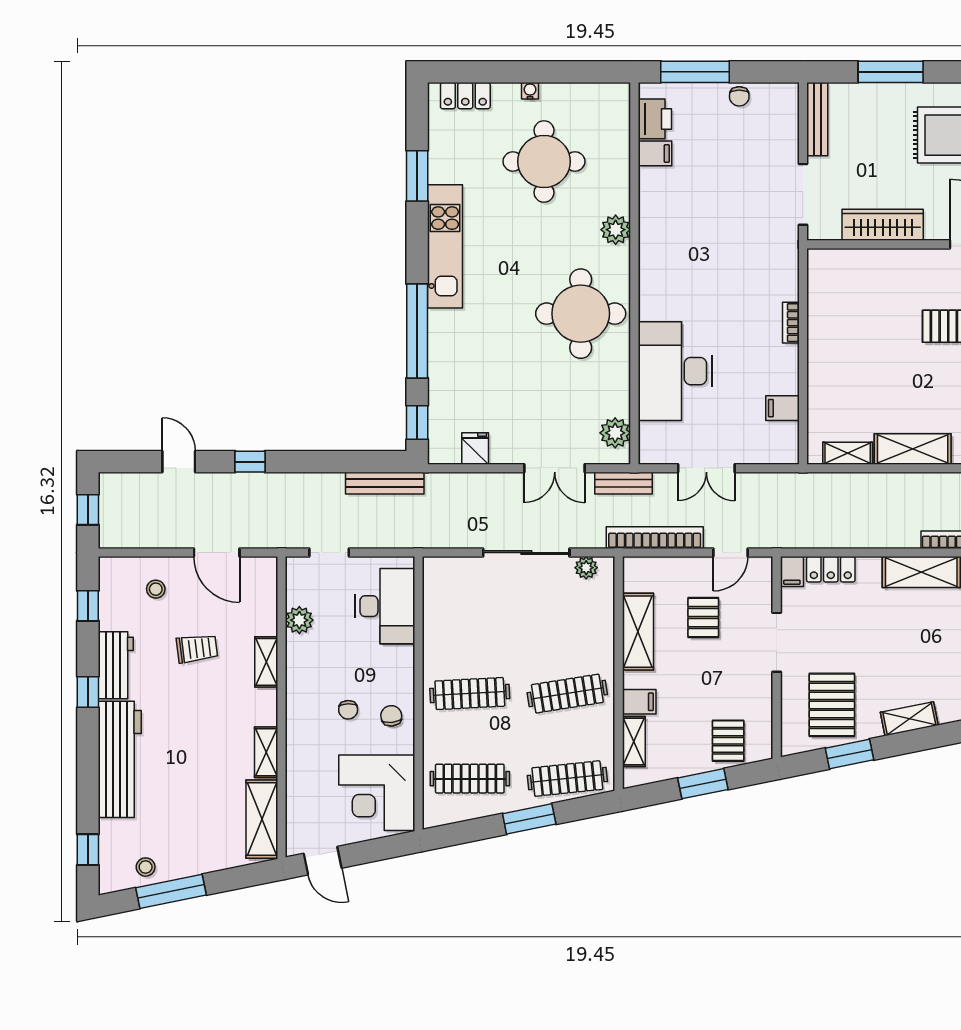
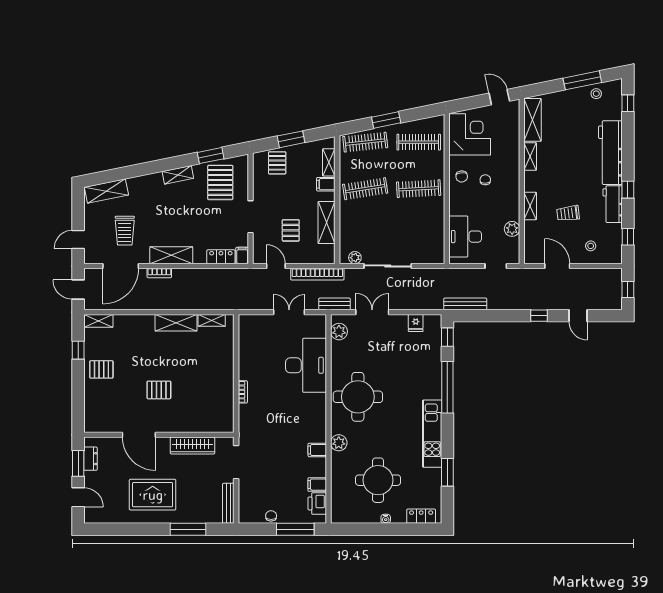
filing cabinet: (782, 408) -> (317, 450), moved, turned 180
door: (730, 553) -> (276, 266), hinge flipped

